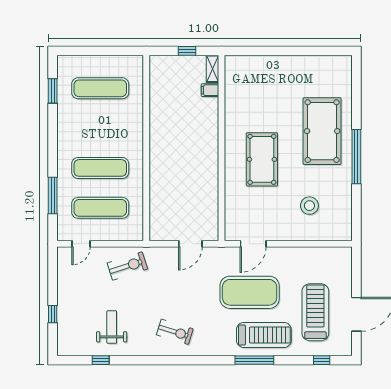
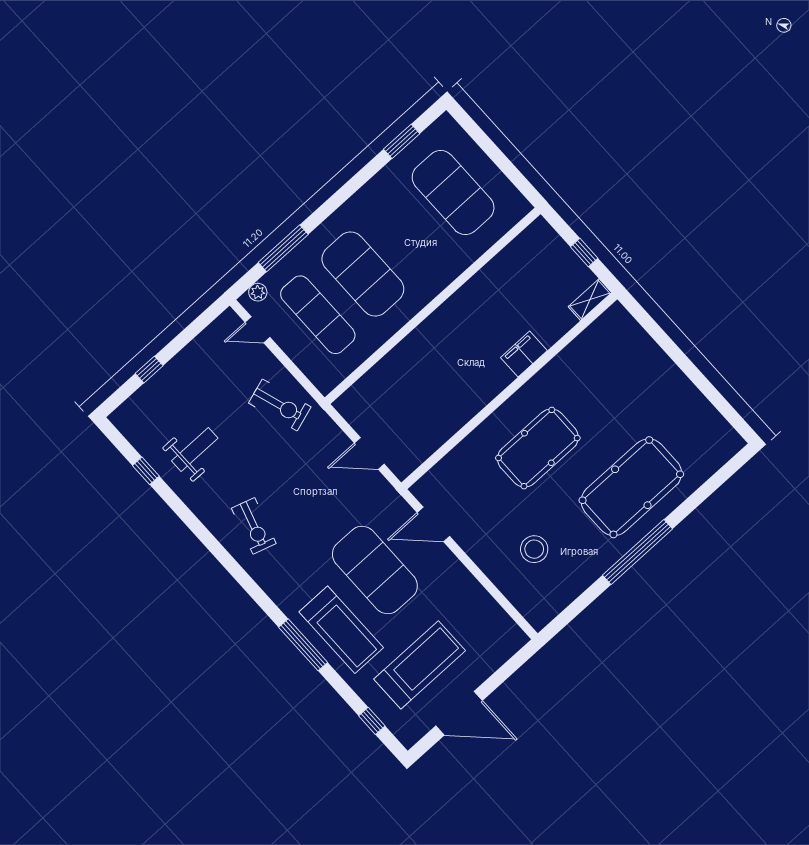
exercise mat: (100, 88) -> (453, 193), width x1.47
filing cabinet: (210, 90) -> (524, 354), moved, width x2.00
exercise mat: (100, 168) -> (363, 274), width x1.47
plant: (63, 227) -> (258, 292), added

